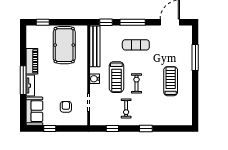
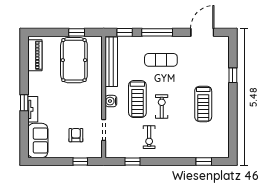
window: (43, 22) -> (77, 32), moved
window: (195, 58) -> (233, 75), width x0.46
piano: (32, 61) -> (35, 55), moved
window: (23, 80) -> (24, 103), width x0.46
treadmill: (171, 81) -> (203, 104), turned 180
window: (50, 129) -> (80, 161), moved
window: (146, 129) -> (204, 161), moved

